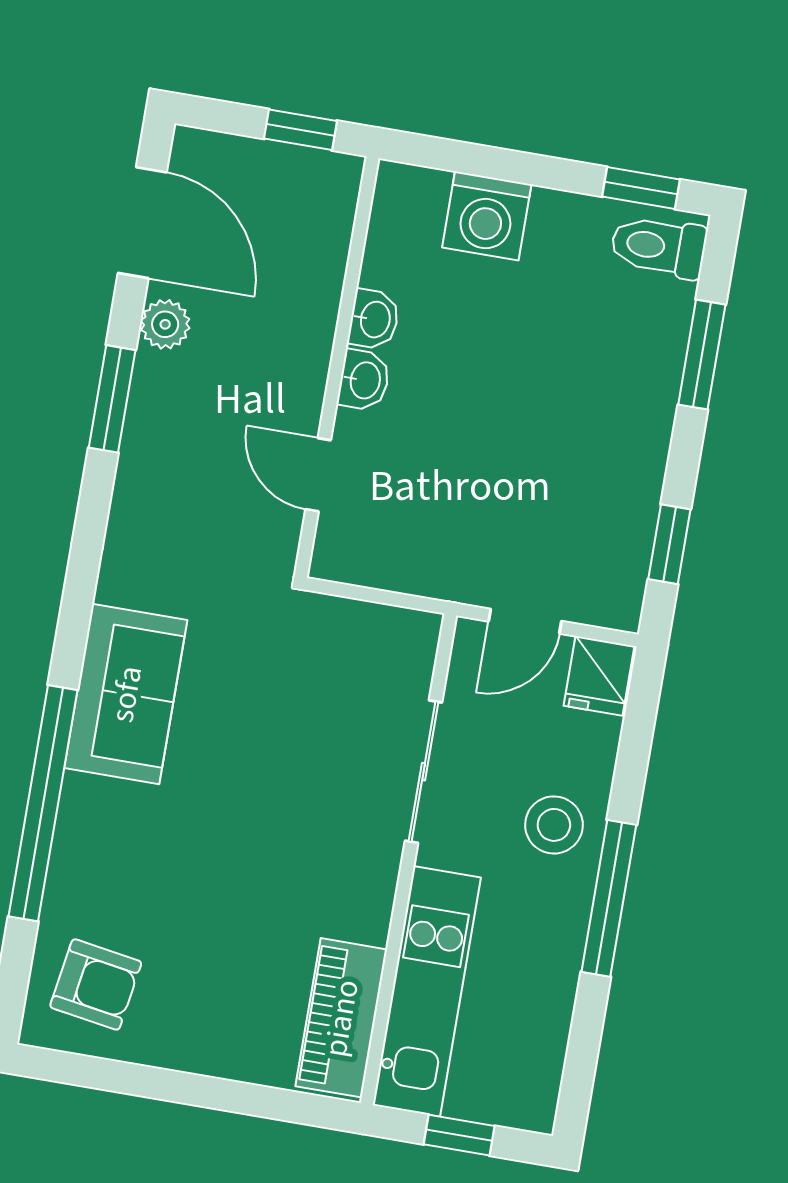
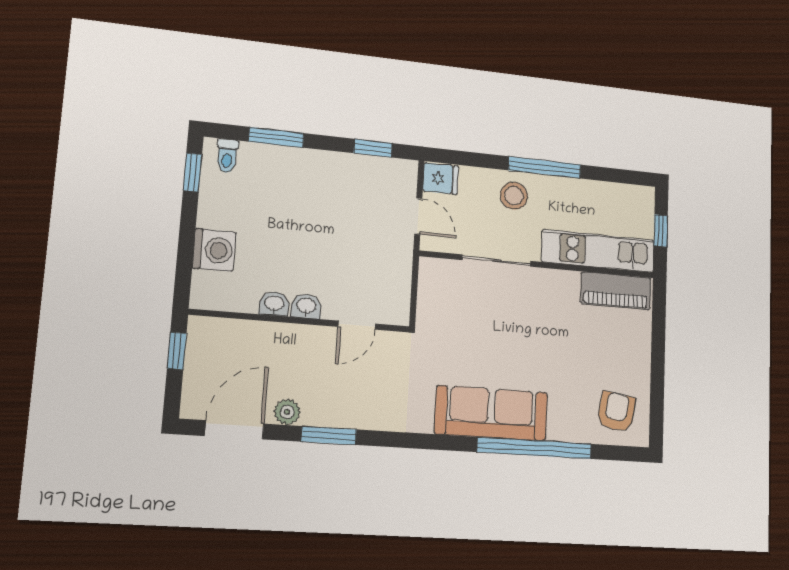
toilet: (658, 247) -> (227, 156), width x0.73, depth x0.72
sofa: (126, 694) -> (491, 413), width x1.36

